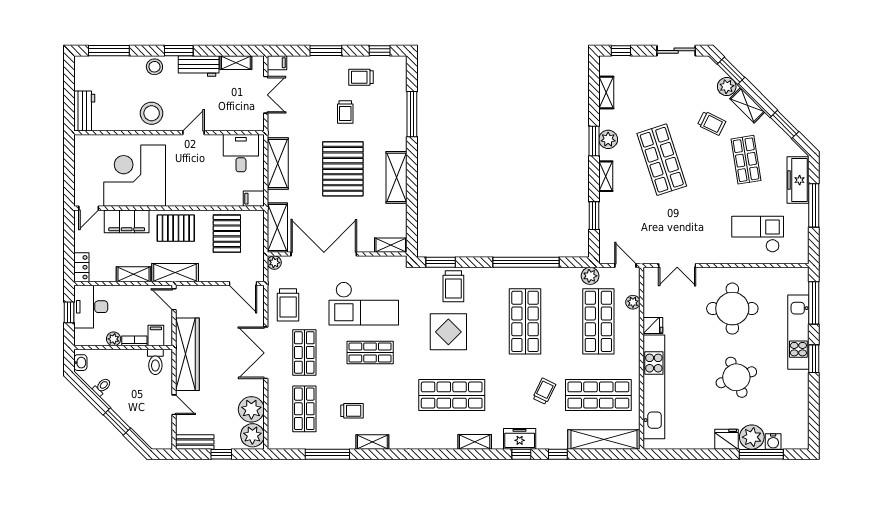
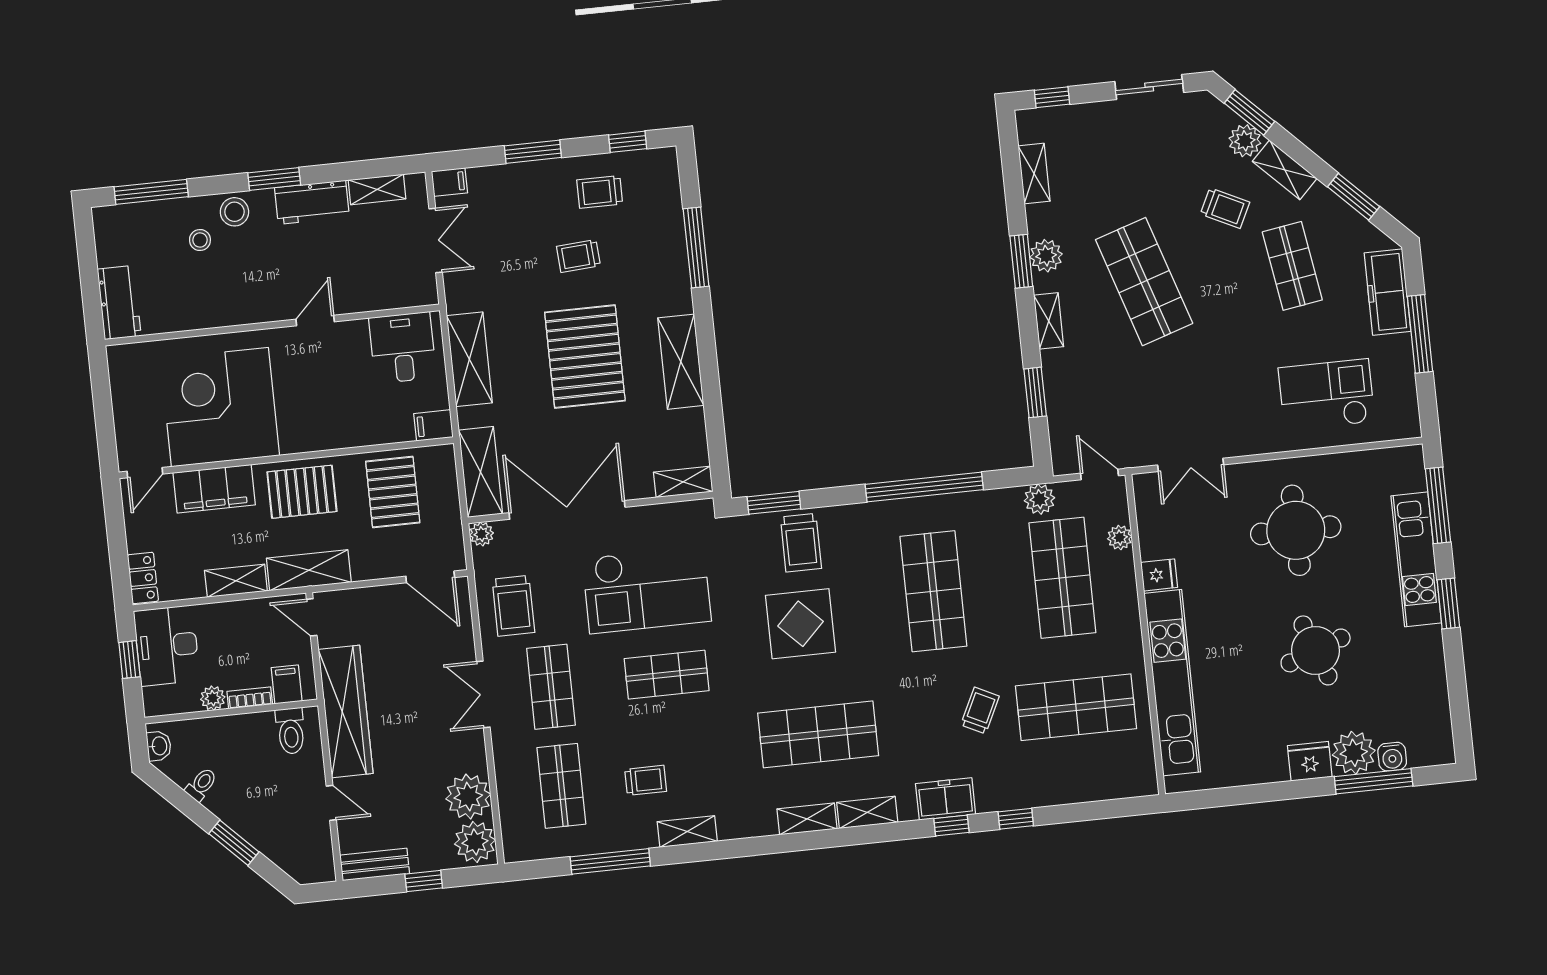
trolley: (345, 112) -> (578, 256), turned 86
stool: (152, 113) -> (200, 240), moved, width x0.53, depth x0.53
double door: (266, 353) -> (483, 694), width x0.73
shelving: (604, 439) -> (807, 819), moved, width x0.45, depth x0.75

